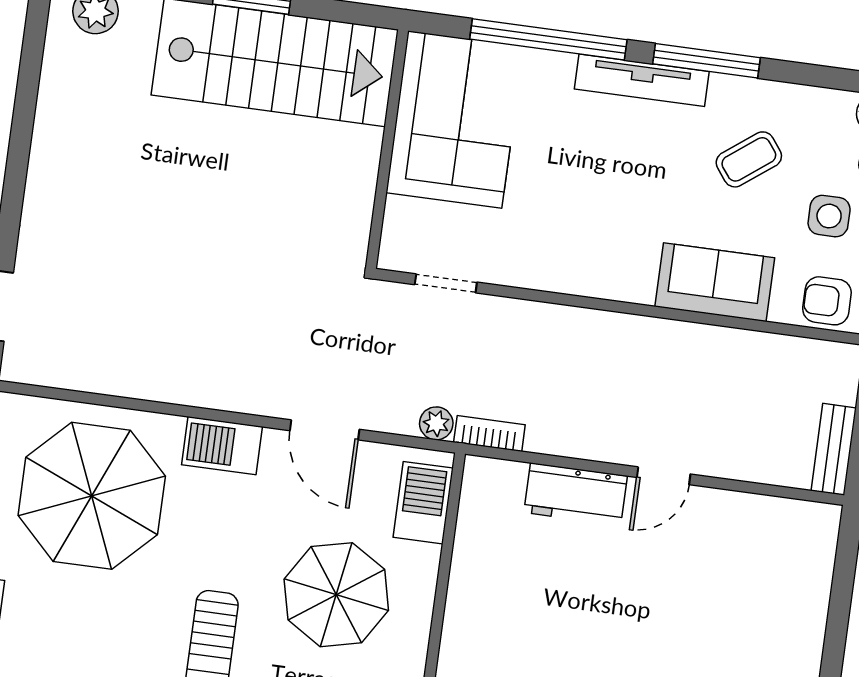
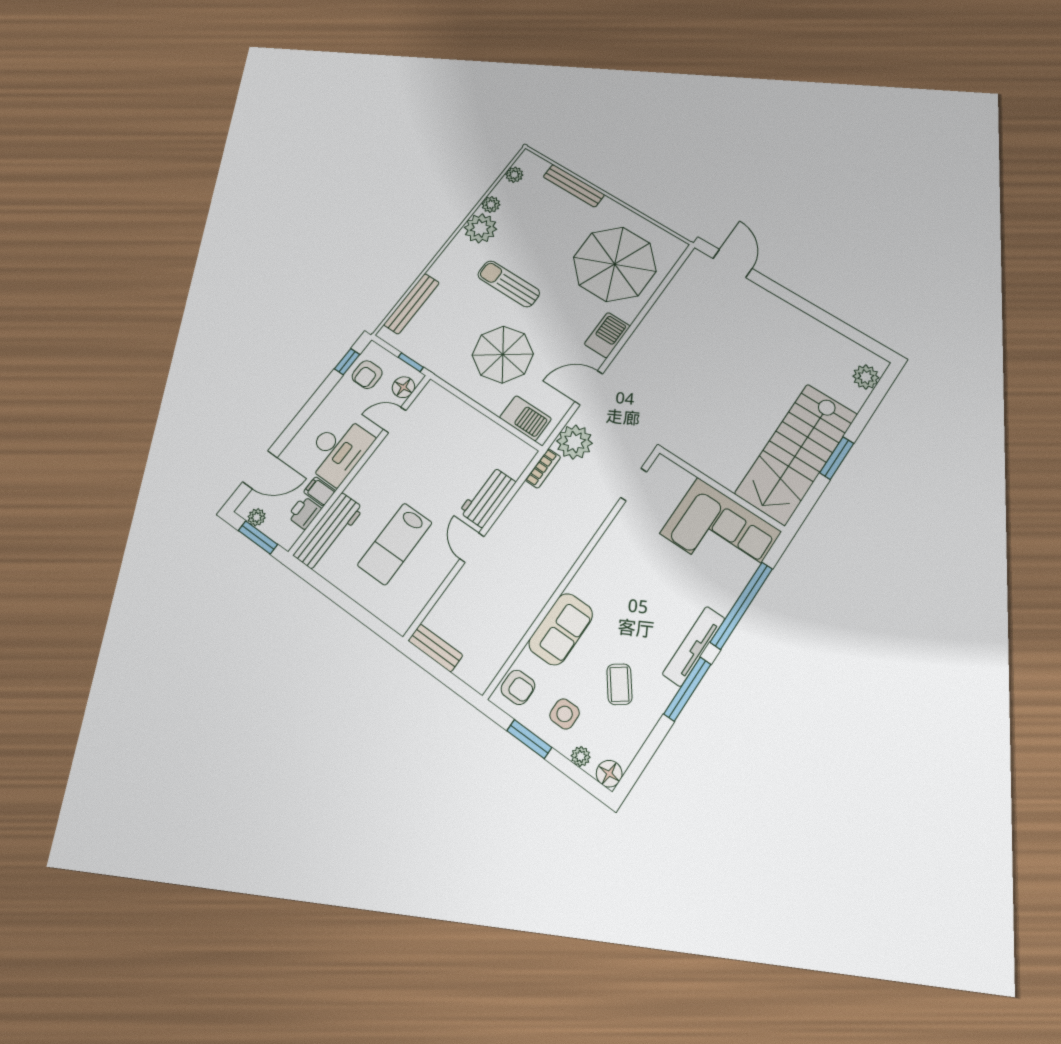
armchair: (827, 301) -> (518, 687), turned 90
plant: (436, 423) -> (574, 442), width x1.88, depth x1.88
lab bench: (716, 595) -> (395, 544), added

